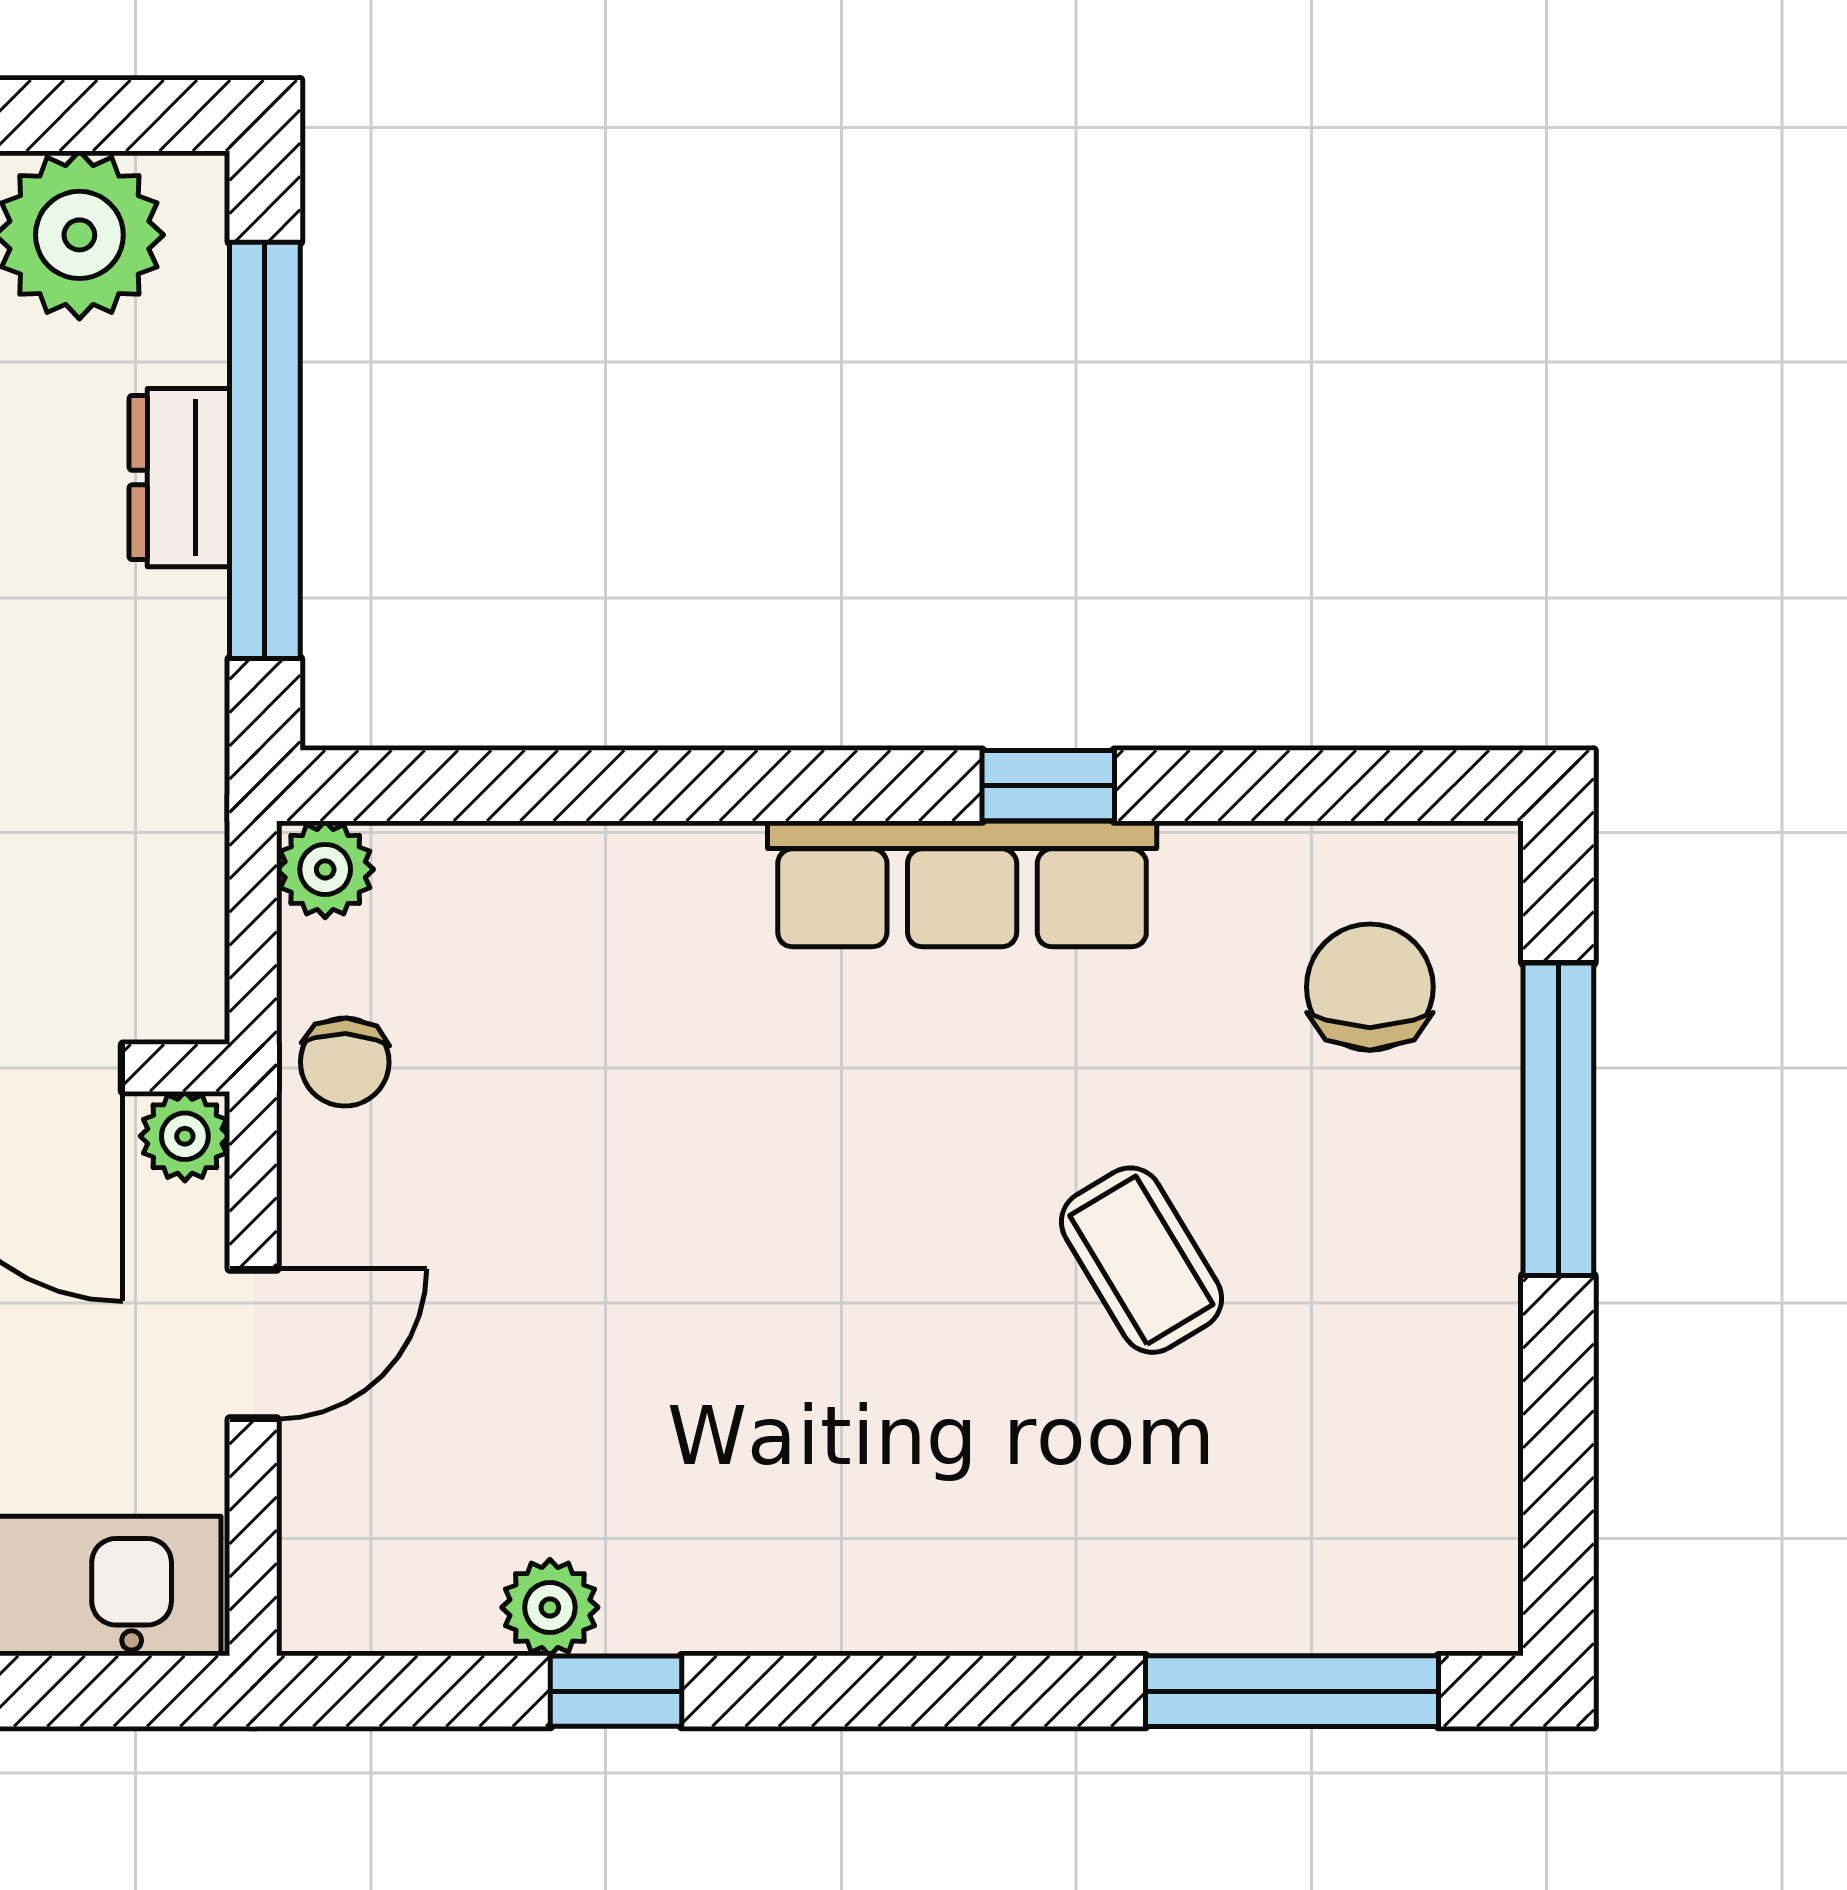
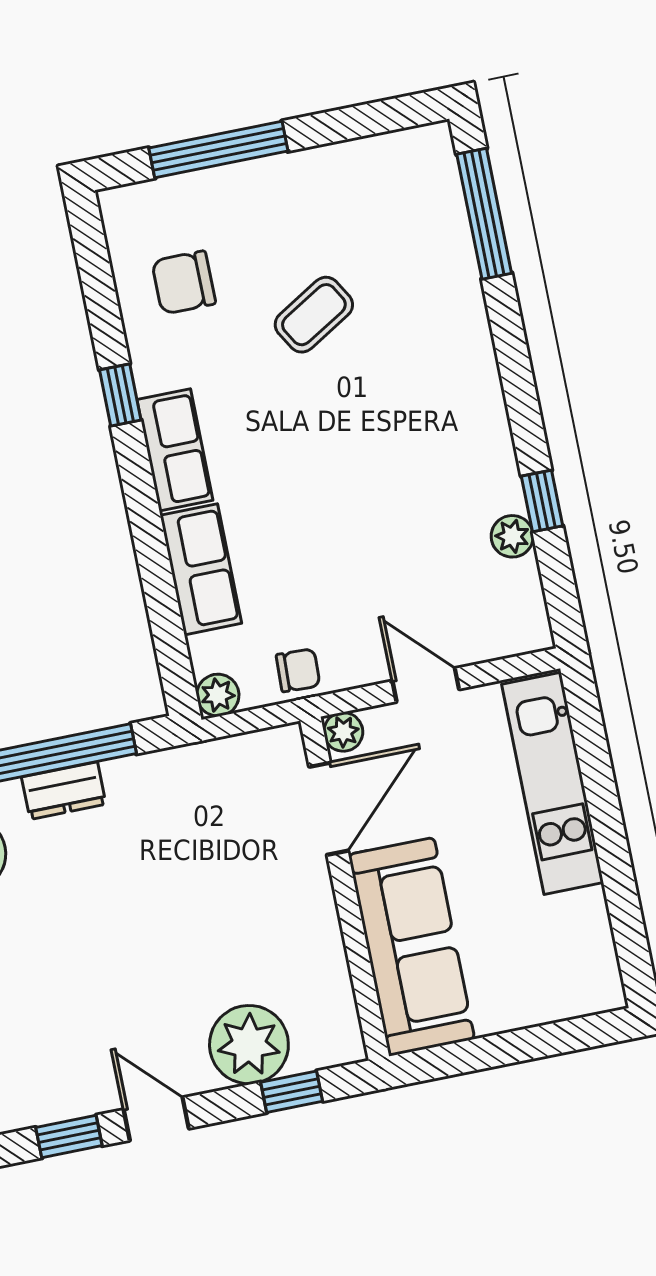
row of seats: (962, 884) -> (175, 450), width x0.68
row of seats: (617, 888) -> (201, 569), added
chair: (1370, 987) -> (184, 282), moved

